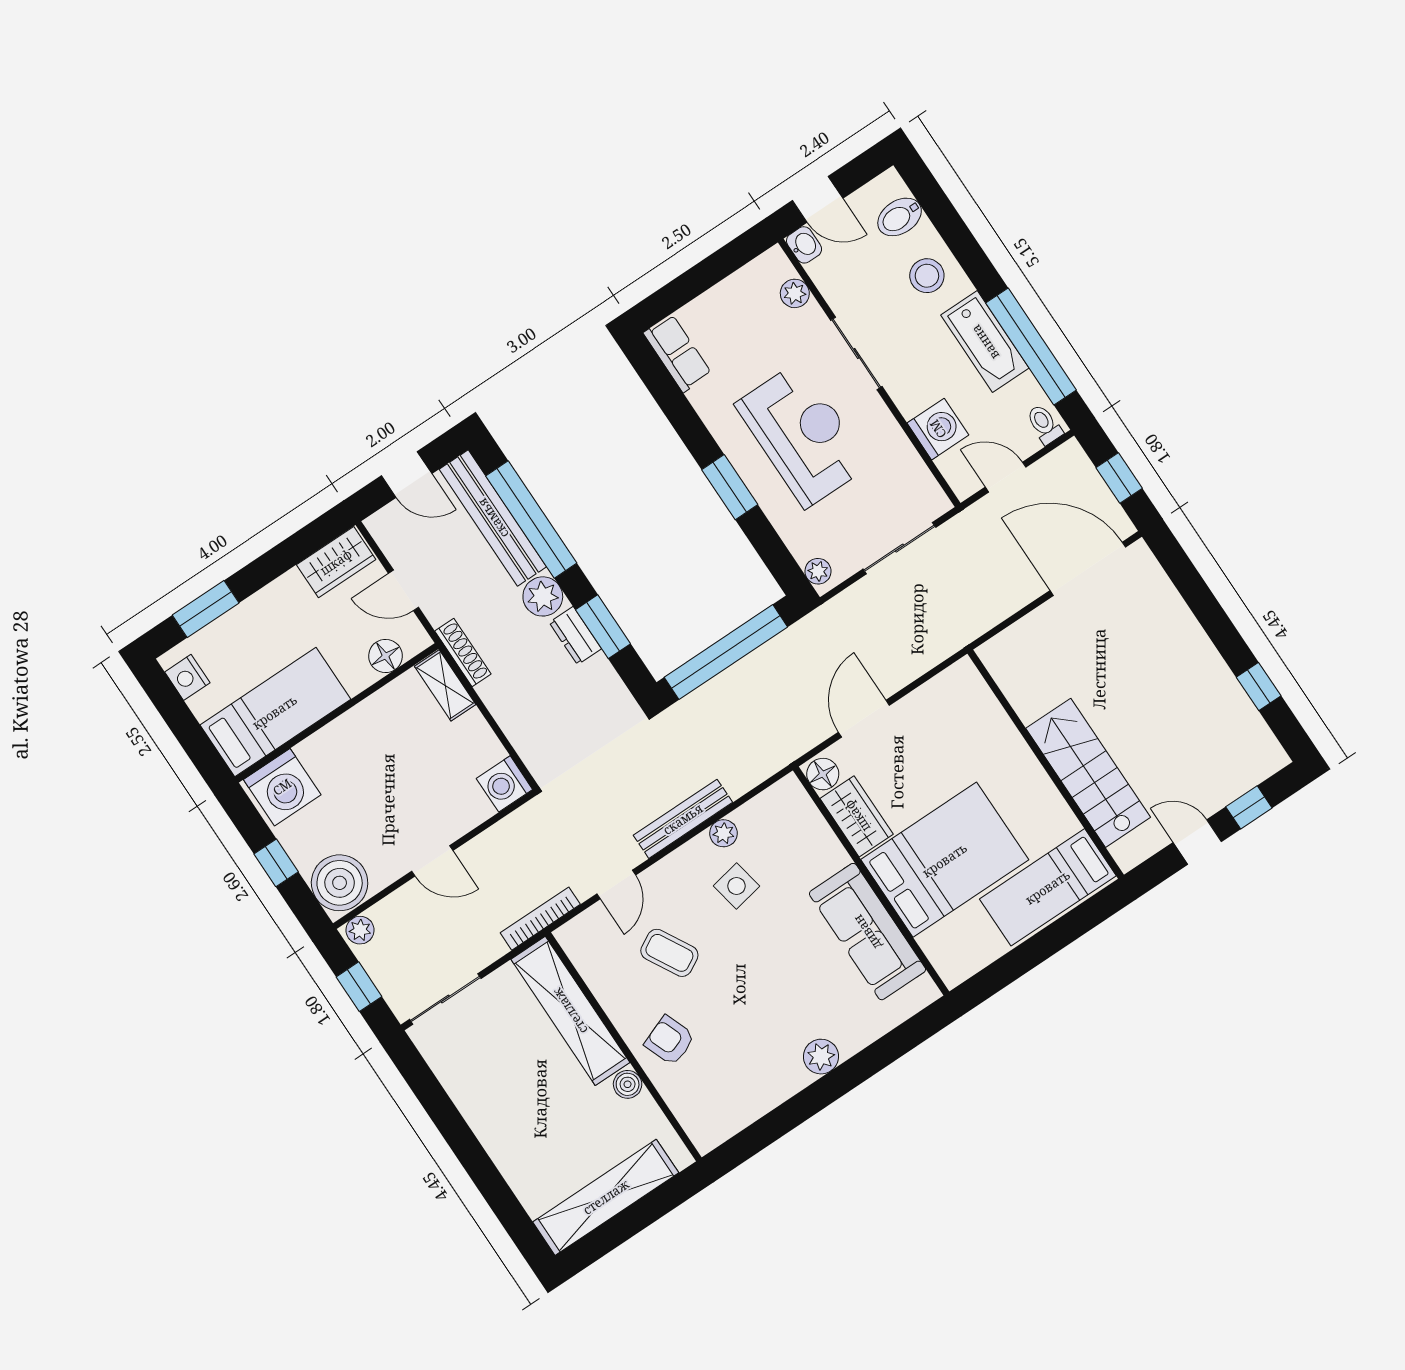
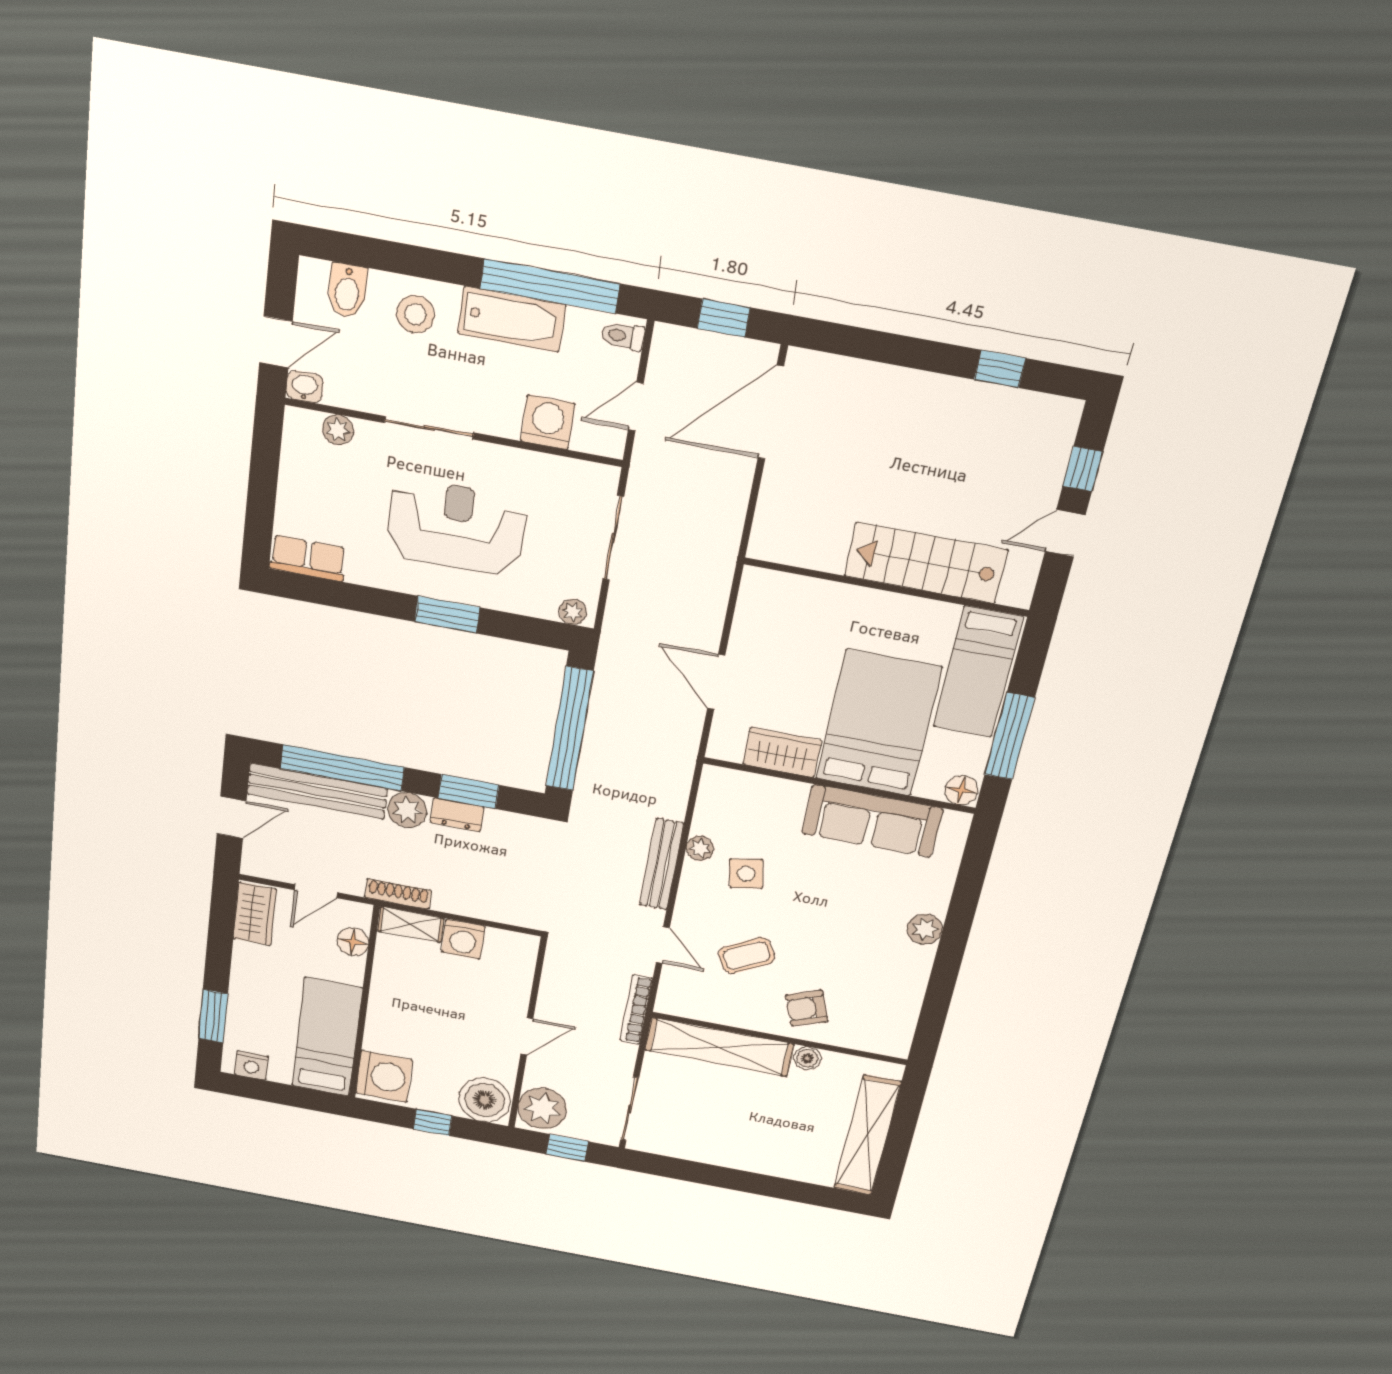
floor lamp: (823, 774) -> (961, 790), moved
washing machine: (504, 784) -> (463, 939), moved
plant: (360, 930) -> (542, 1108), width x1.88, depth x1.88
window: (1024, 958) -> (1010, 736), added

